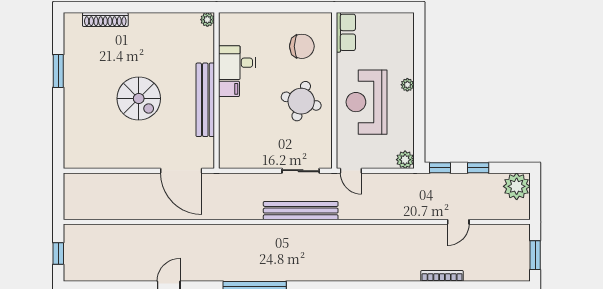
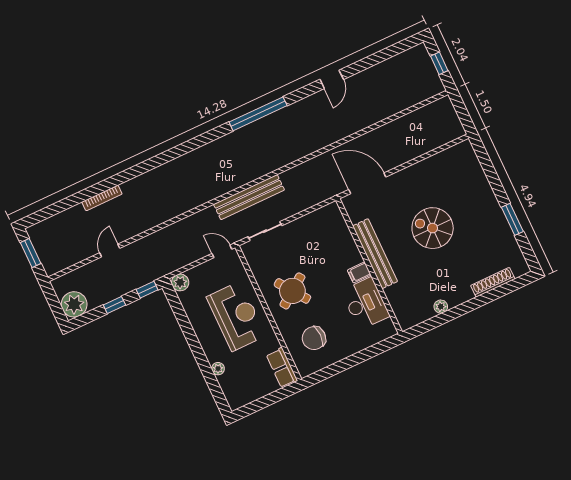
plant: (207, 20) -> (441, 307), moved
desk: (237, 63) -> (365, 304), width x1.37
plant: (407, 85) -> (218, 369), moved
round table: (301, 101) -> (292, 291), turned 38

